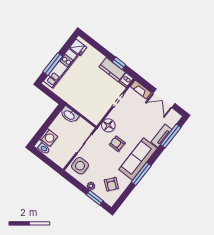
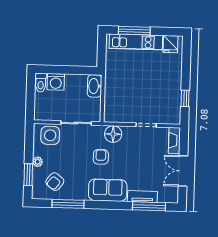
kitchen counter: (112, 70) -> (174, 96), removed
dishwasher: (126, 80) -> (173, 118), removed
sofa: (138, 159) -> (108, 190), width x0.73
window: (141, 174) -> (68, 204), moved

